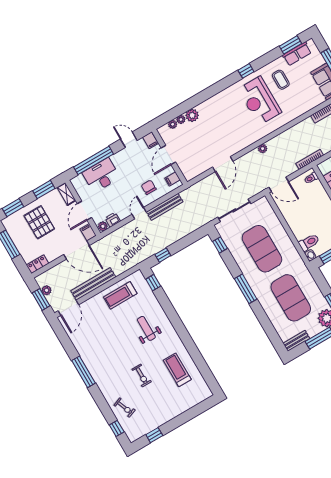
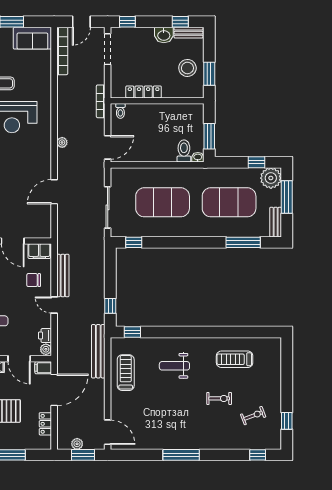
door: (223, 164) -> (54, 192), swing flipped
filing cabinet: (172, 179) -> (39, 251), width x2.00
locker: (37, 264) -> (45, 424), moved
bench: (93, 284) -> (98, 351), moved
window: (246, 289) -> (243, 242), moved
treadmill: (120, 295) -> (126, 373), turned 180
exercise bike: (125, 408) -> (253, 416), moved

